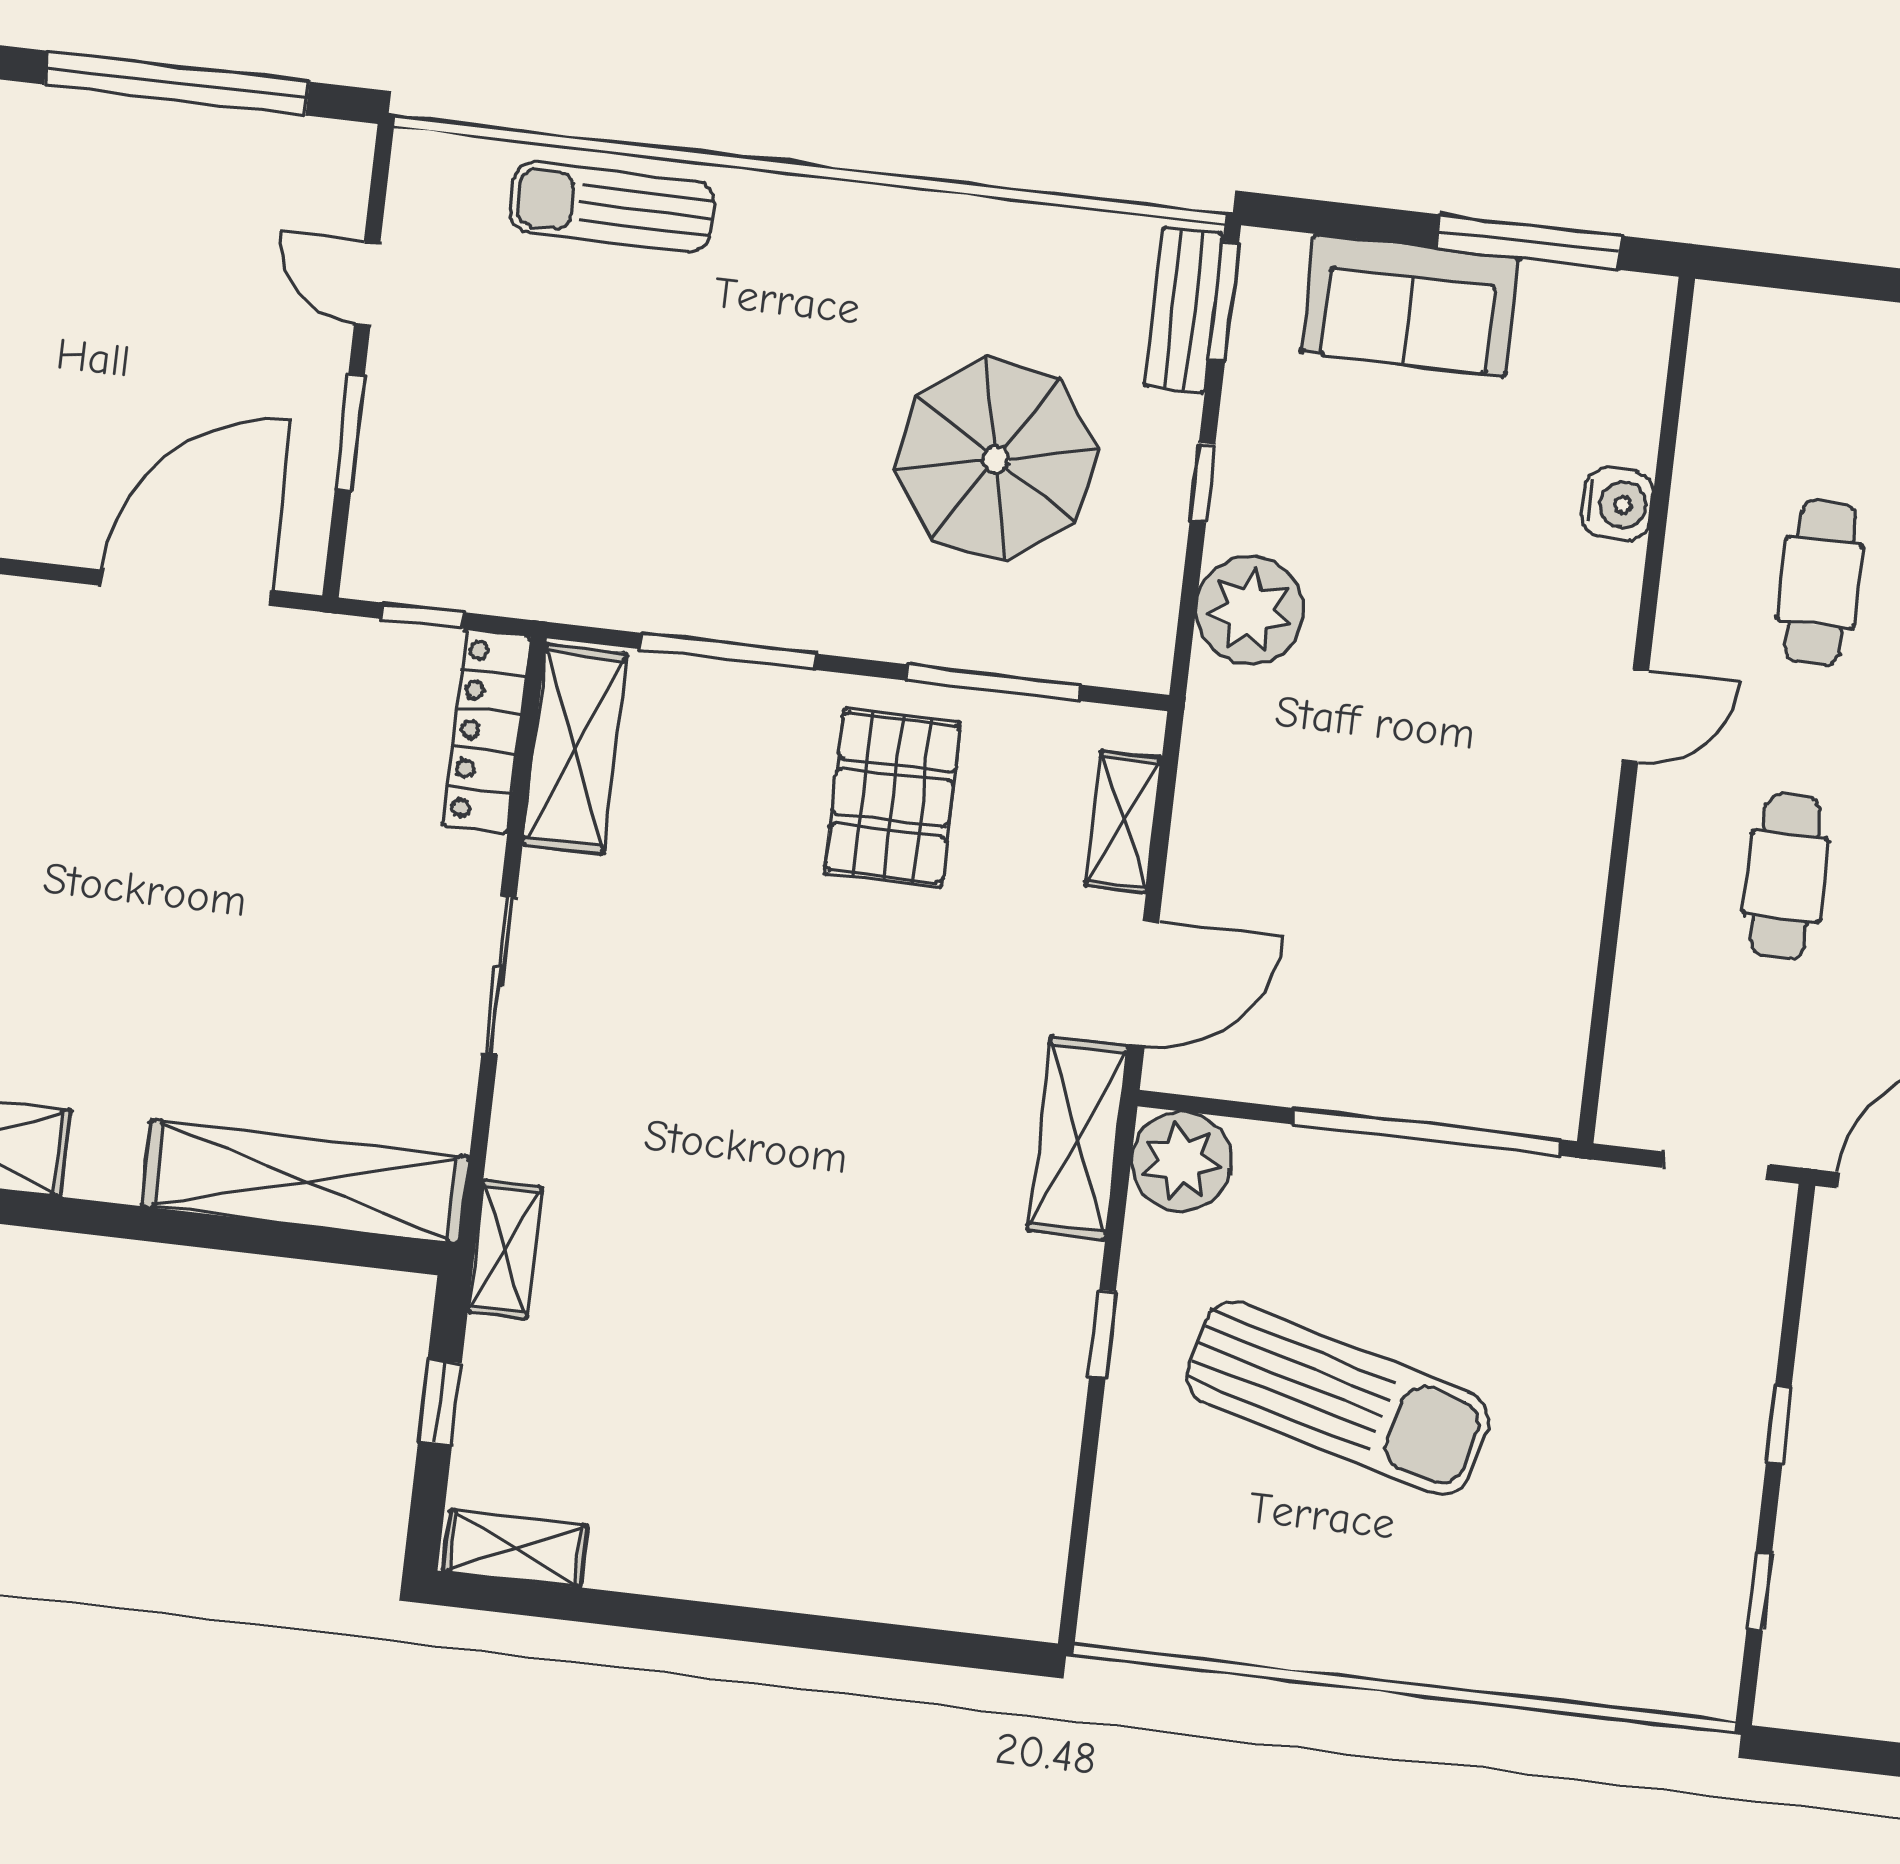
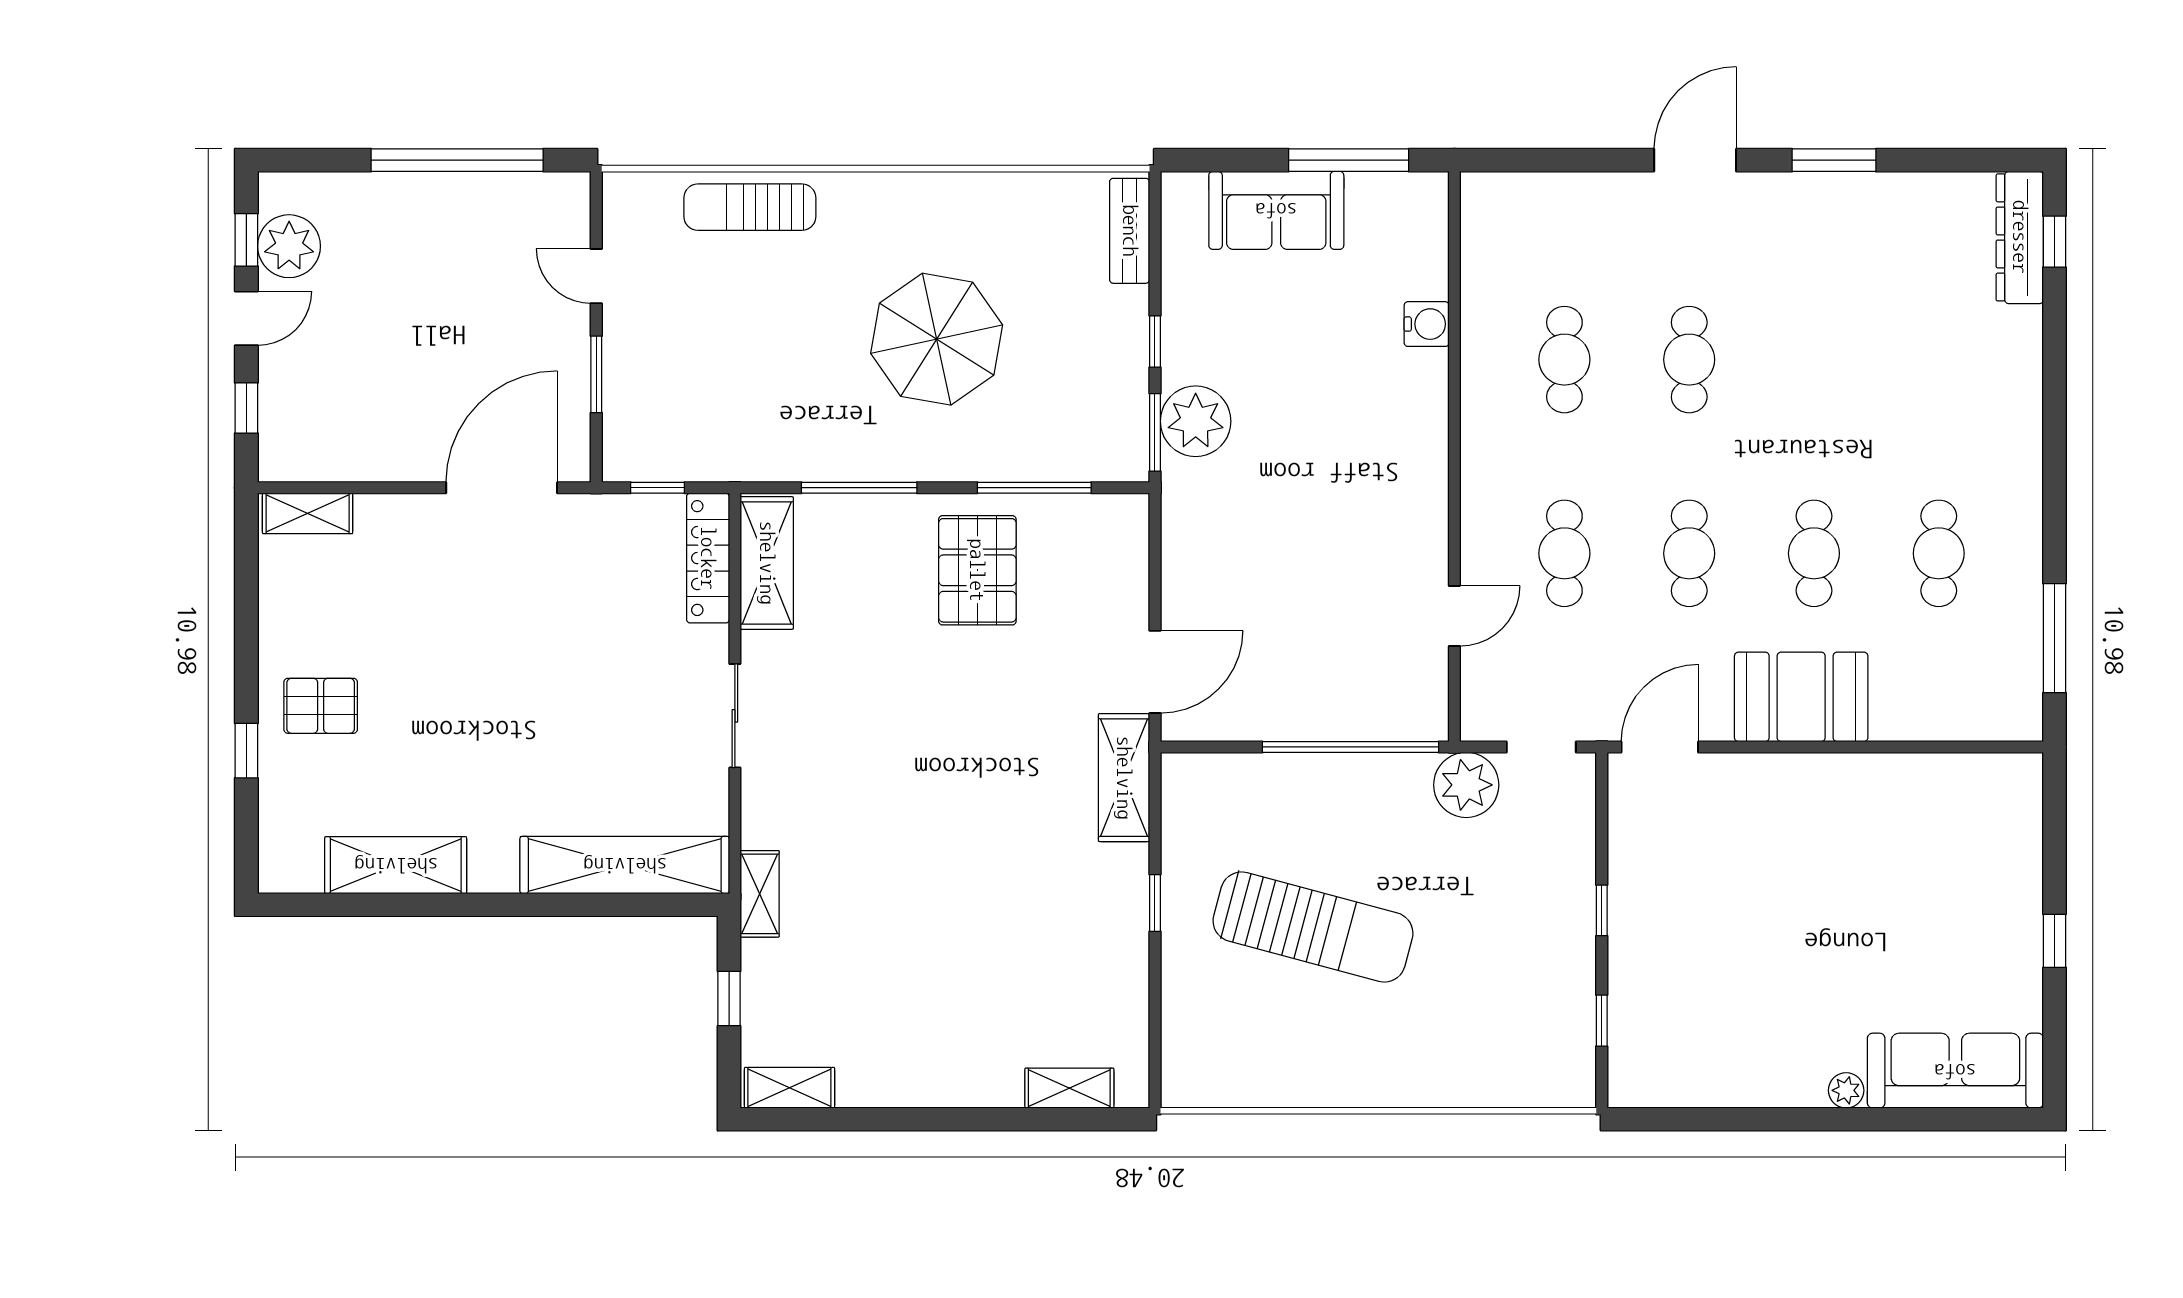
window: (1224, 301) -> (1155, 432), moved
parasol: (996, 459) -> (937, 339), moved
door: (1635, 716) -> (1454, 616), moved
shelving: (1124, 822) -> (1069, 1088), moved, turned 90
plant: (1181, 1161) -> (1466, 785), moved

